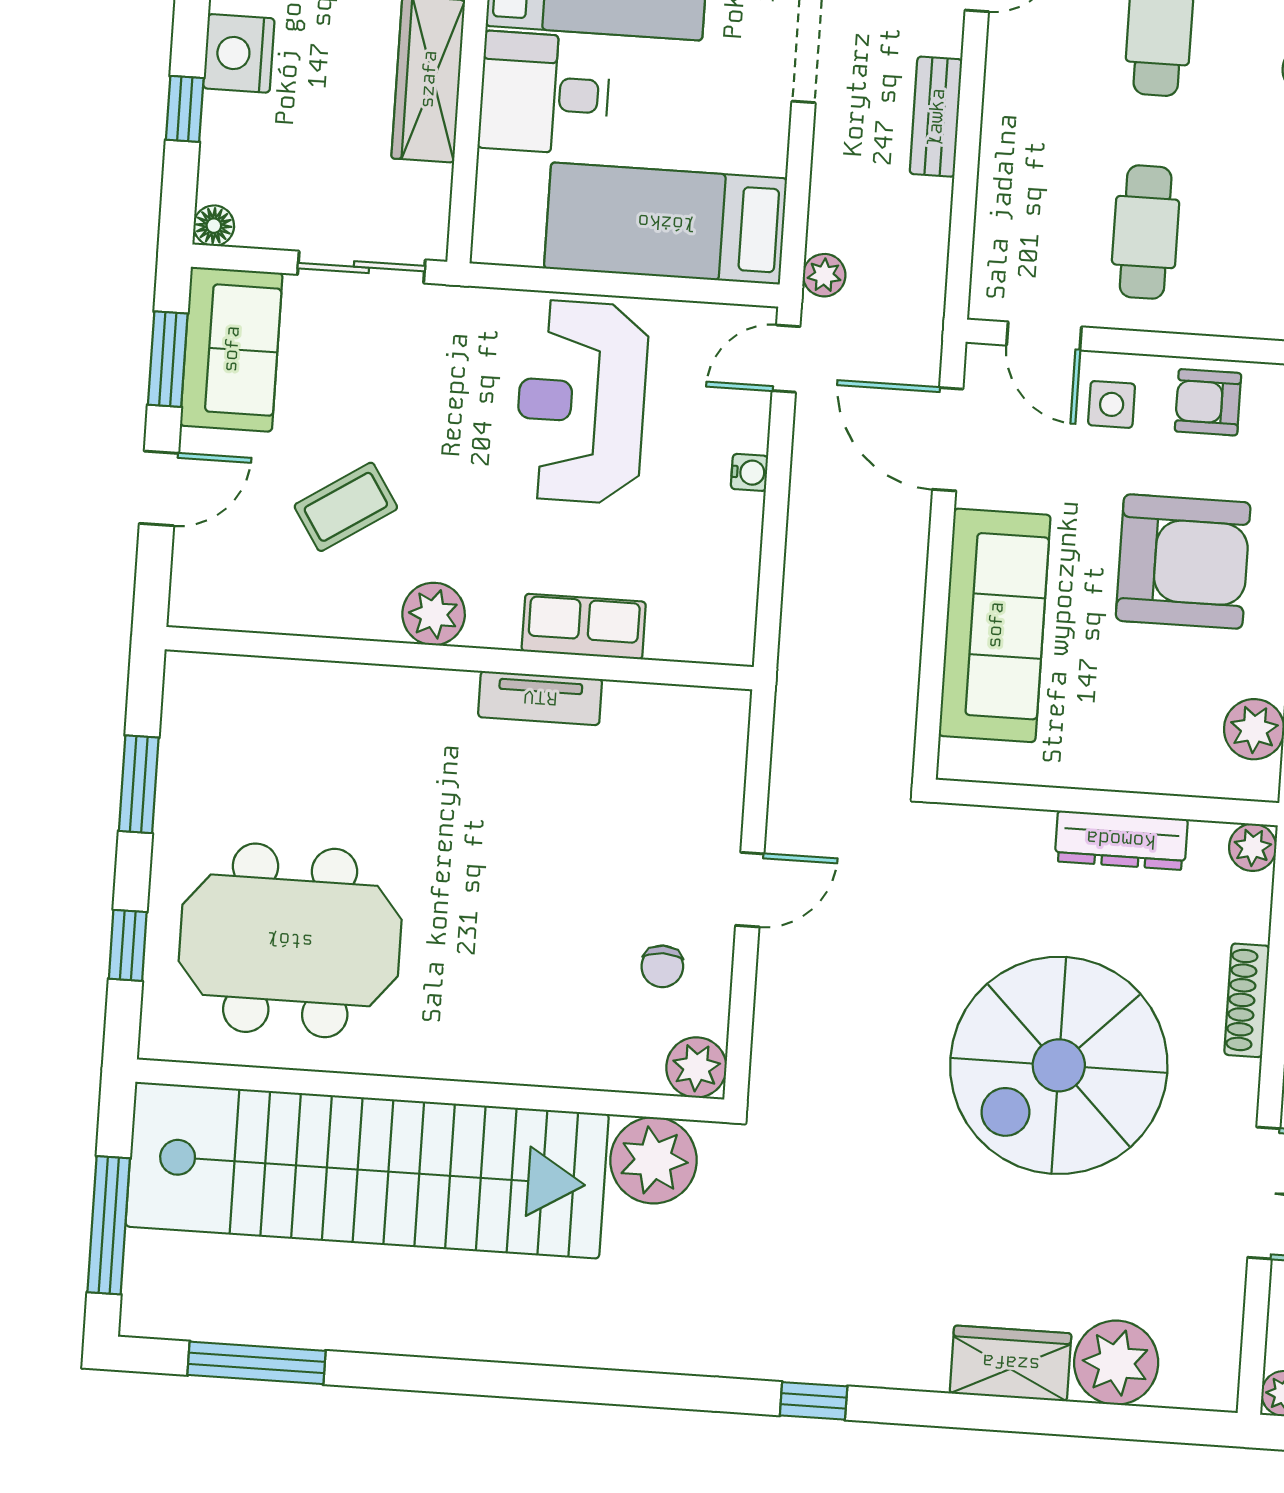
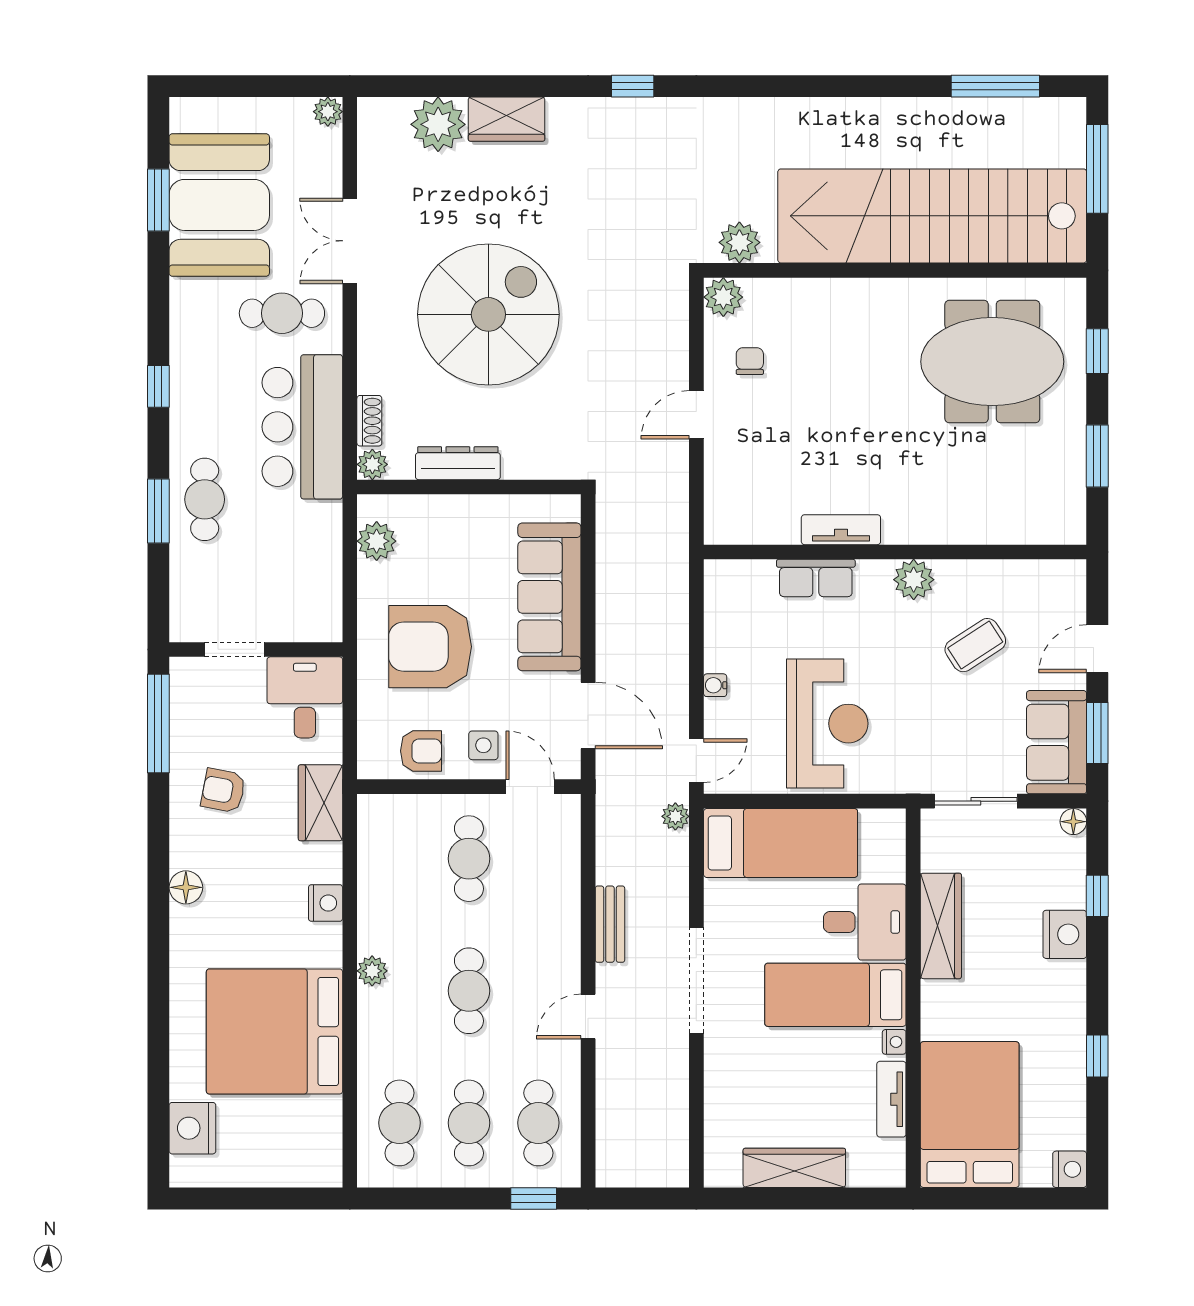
shoe rack: (1247, 1000) -> (369, 421), moved, width x0.70
plant: (654, 1160) -> (739, 242), width x0.73, depth x0.73

